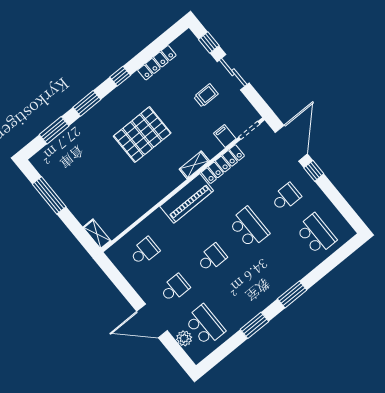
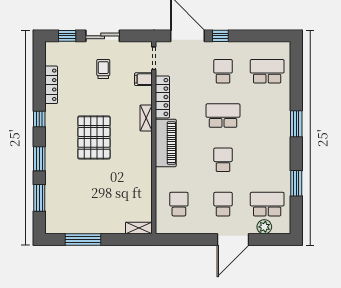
window: (254, 325) -> (296, 183), moved

